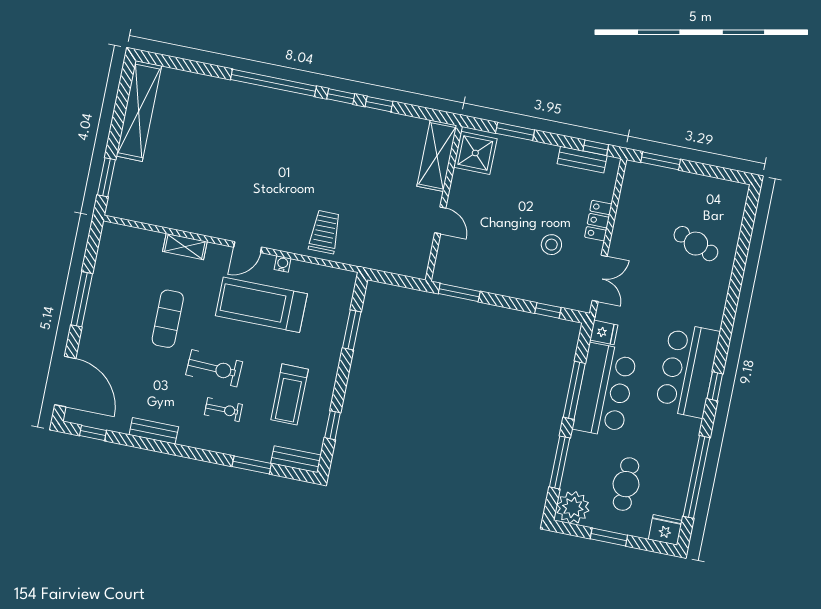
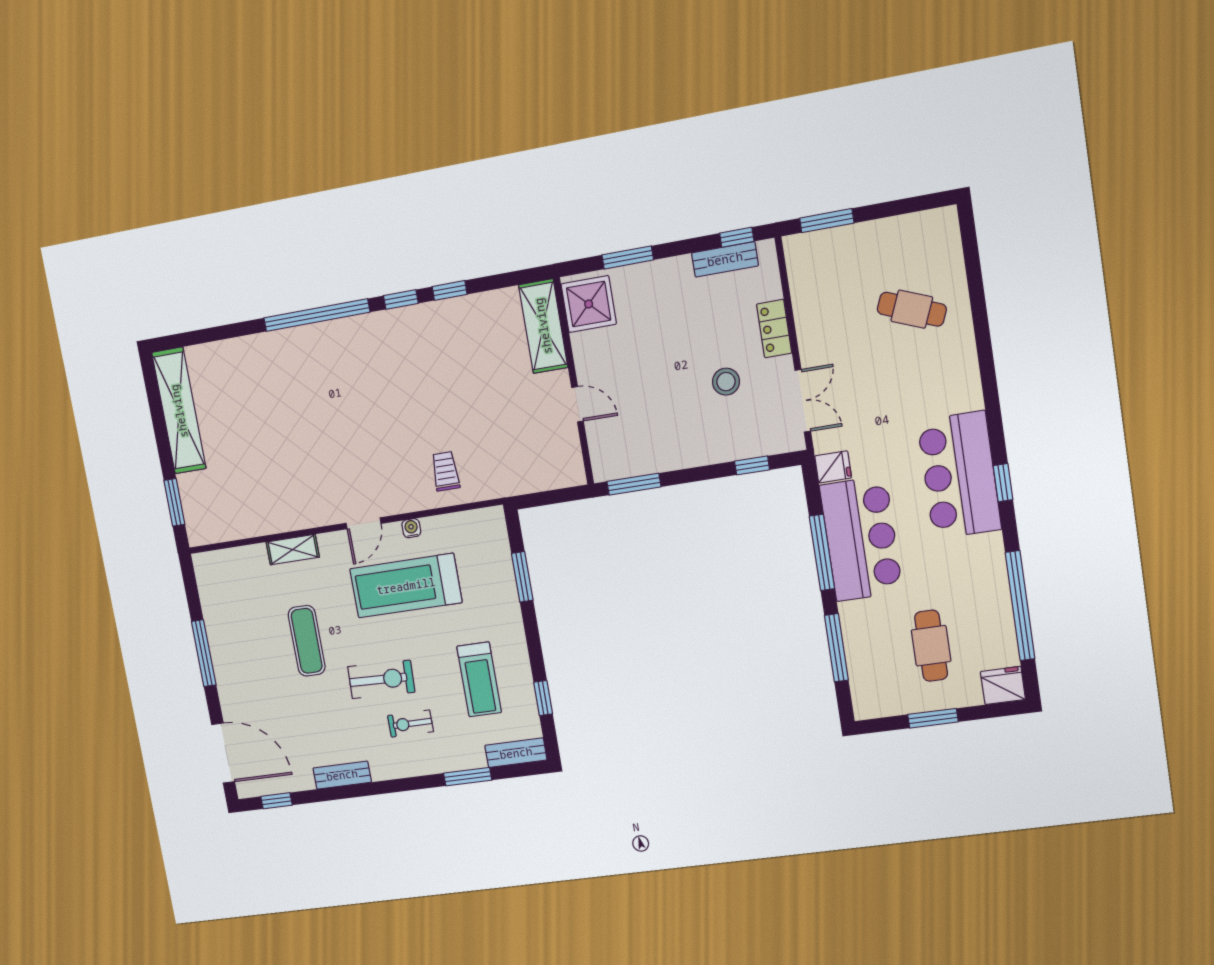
trolley: (325, 232) -> (445, 471), width x0.73, depth x0.72
exercise bike: (223, 410) -> (410, 724), turned 180
plant: (573, 508) -> (873, 697), removed

